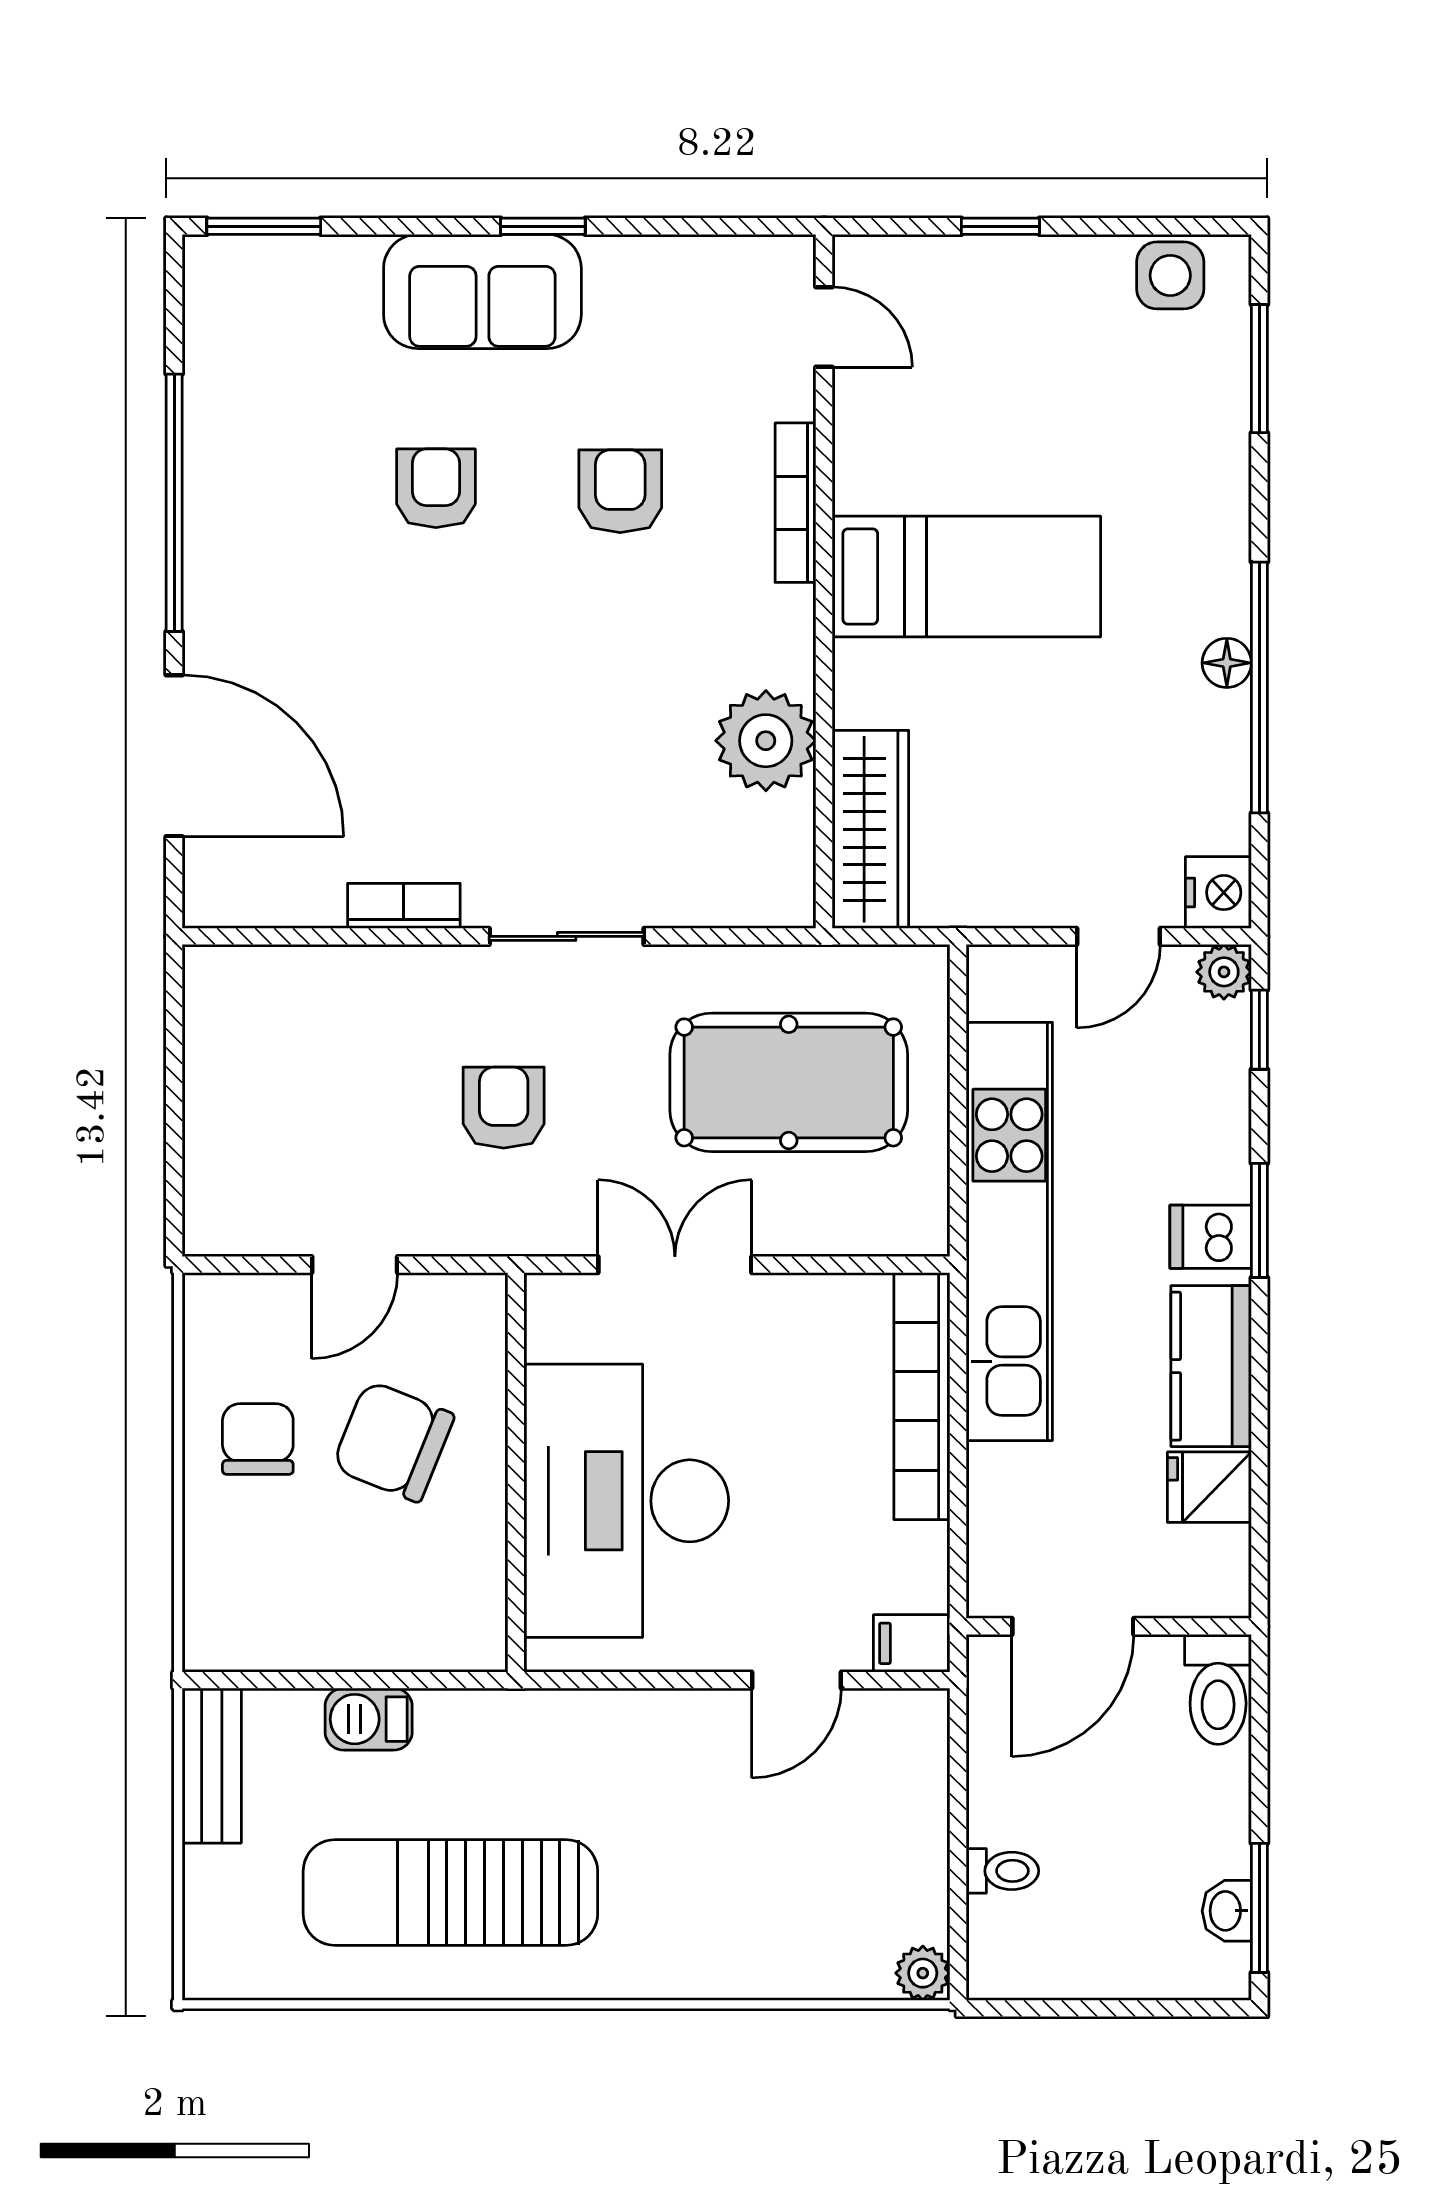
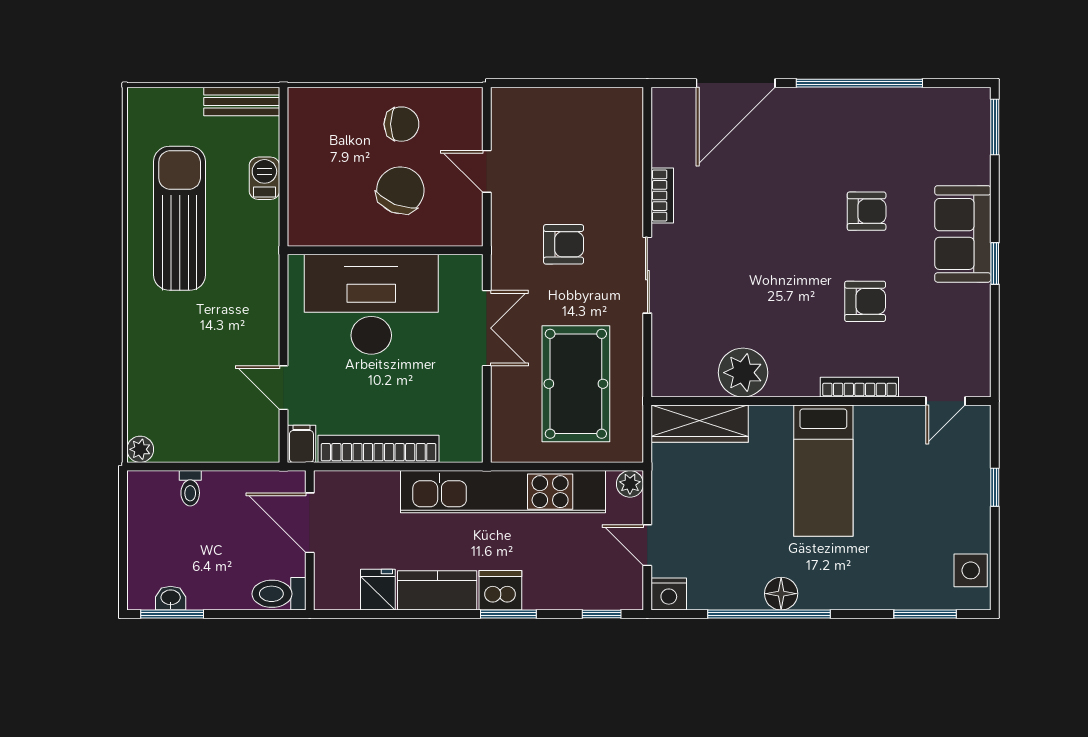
floor lamp: (1227, 663) -> (781, 594), width x1.37, depth x1.37
plant: (1224, 972) -> (630, 484), moved
dishwasher: (1211, 1237) -> (500, 590), width x1.38
bookcase: (922, 1396) -> (379, 449), moved

